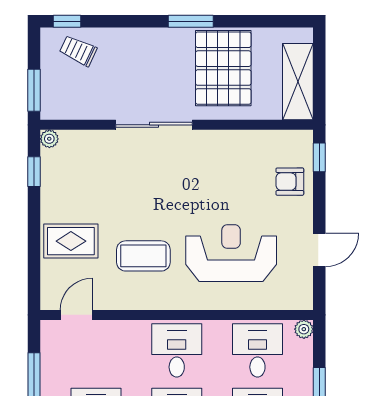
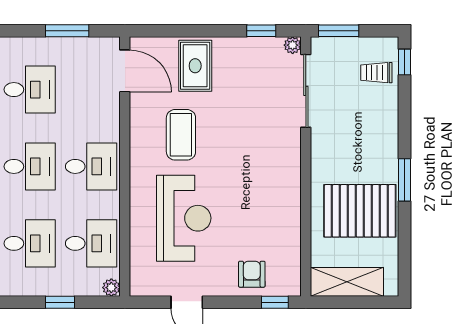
trolley: (78, 51) -> (376, 73), turned -115
sliding door: (154, 125) -> (306, 91), moved
door: (76, 315) -> (125, 71), width x1.38

